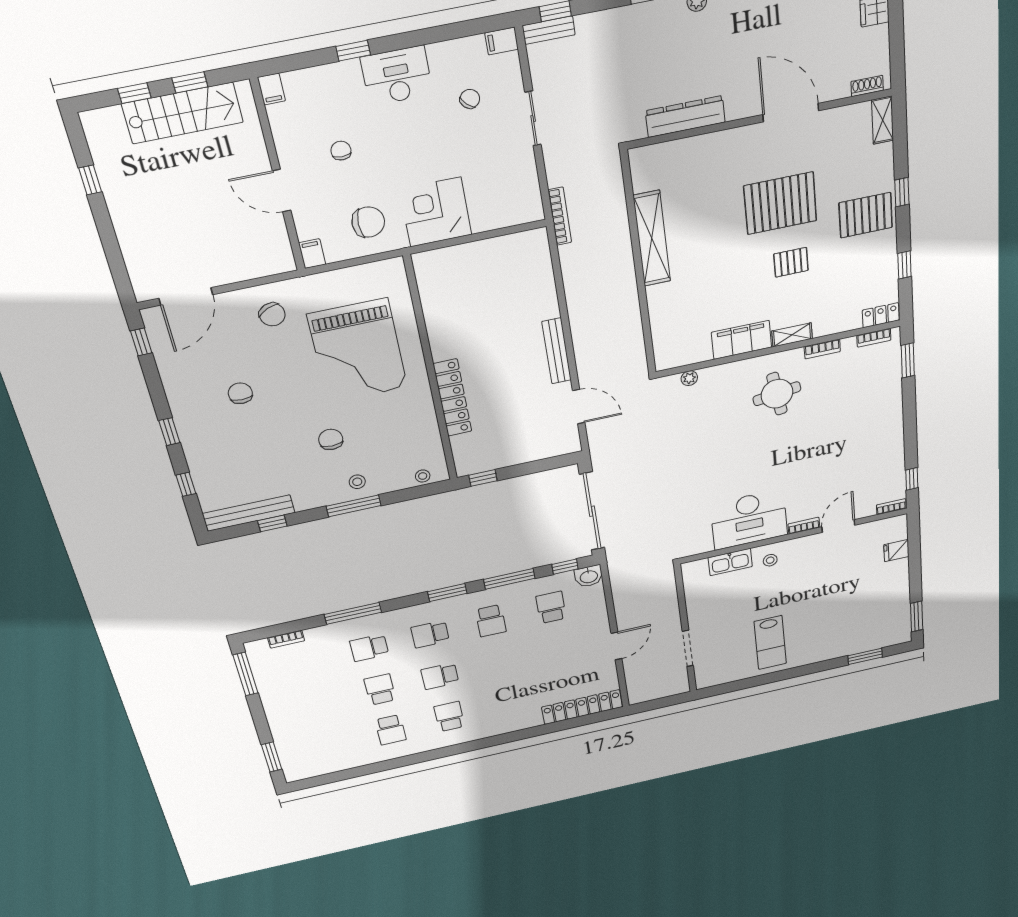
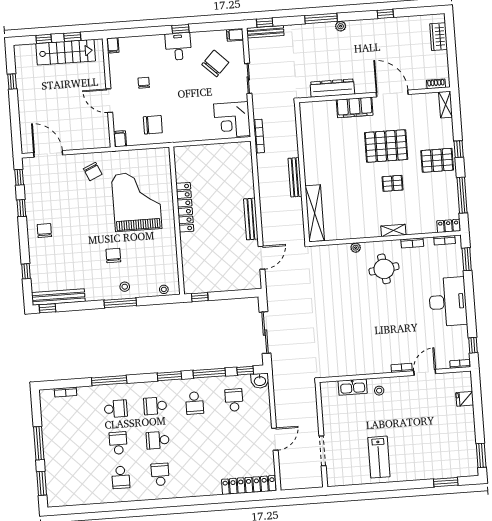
bench: (549, 30) -> (265, 32), width x1.36
window: (353, 51) -> (180, 29), moved
desk: (397, 76) -> (178, 46), width x0.73
chair: (470, 99) -> (215, 63), width x1.87, depth x1.87
corner desk: (436, 212) -> (232, 120), moved, turned -90
shelving: (652, 239) -> (315, 213), moved
window: (904, 265) -> (462, 195), width x2.17
bench: (627, 275) -> (295, 177), added
door: (186, 296) -> (48, 154), swing flipped
filing cabinet: (742, 340) -> (355, 107), moved, turned 180
grand piano: (358, 351) -> (137, 201), turned 180
plant: (689, 378) -> (356, 248), moved
chair: (240, 393) -> (44, 231), moved
locker: (452, 398) -> (185, 207), moved
door: (579, 407) -> (261, 258), hinge flipped
window: (169, 432) -> (21, 208), moved
sliding door: (592, 511) -> (265, 333), width x0.73
desk: (749, 519) -> (448, 302), moved, turned -90
window: (272, 523) -> (47, 308), moved
school desk: (369, 648) -> (116, 409), turned 180
window: (246, 674) -> (39, 443), moved

